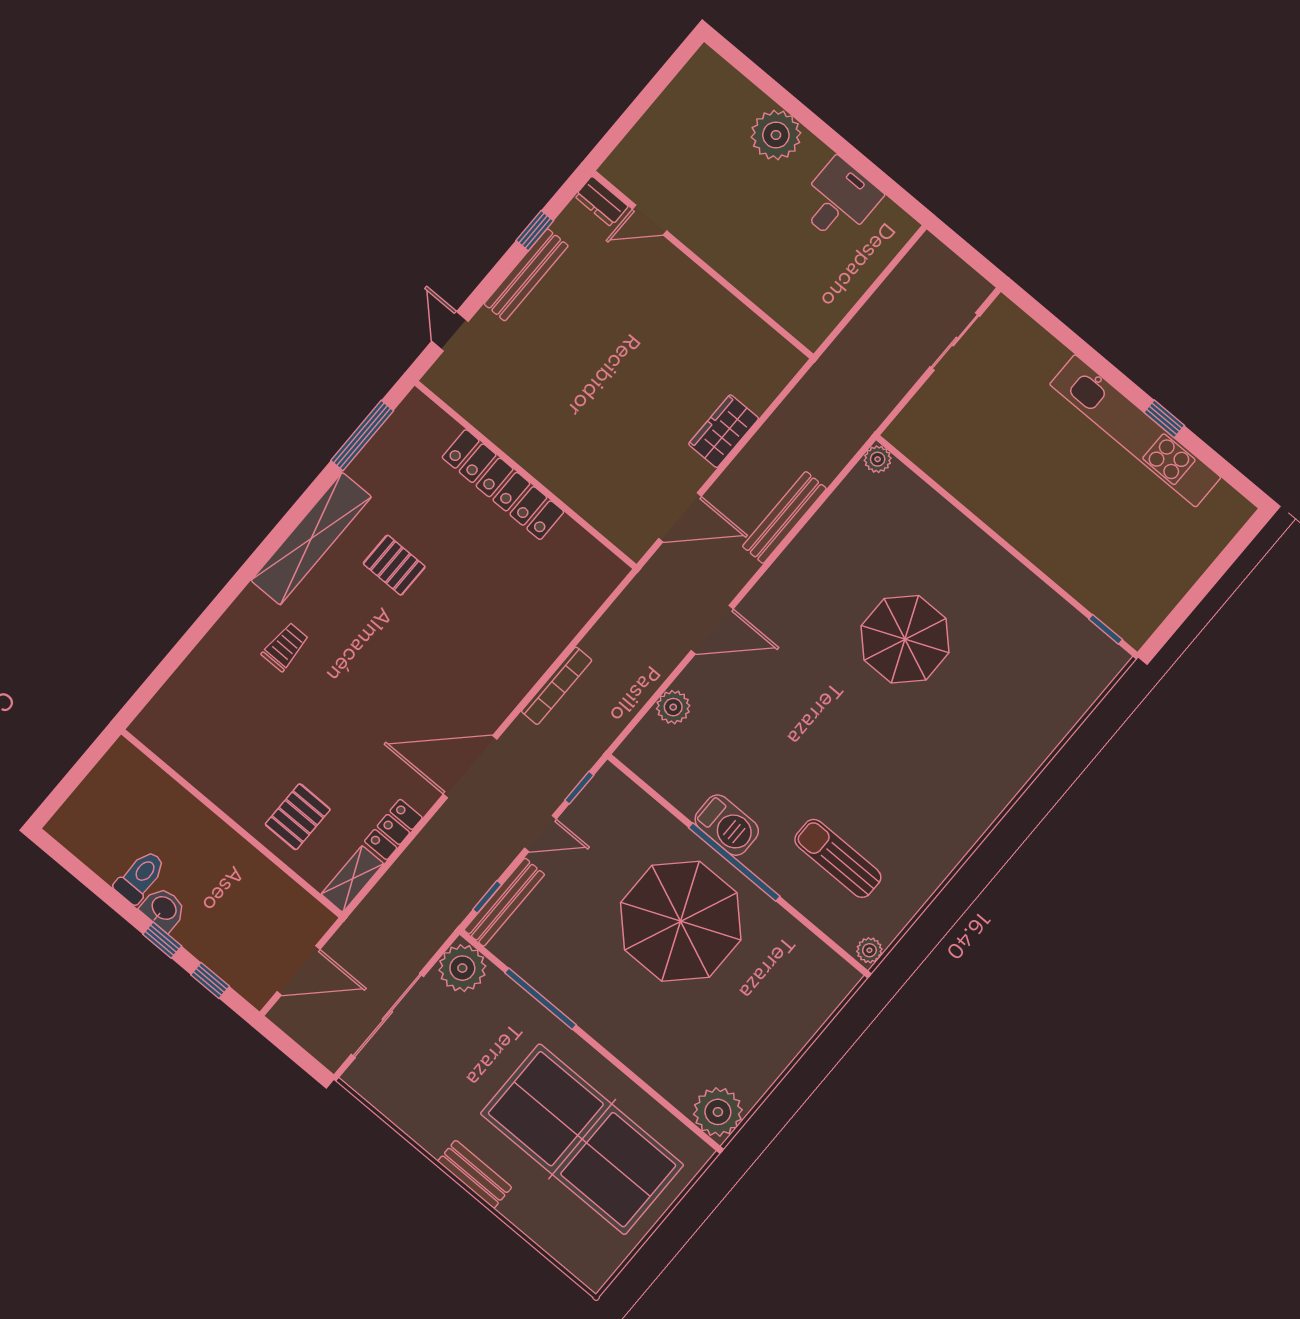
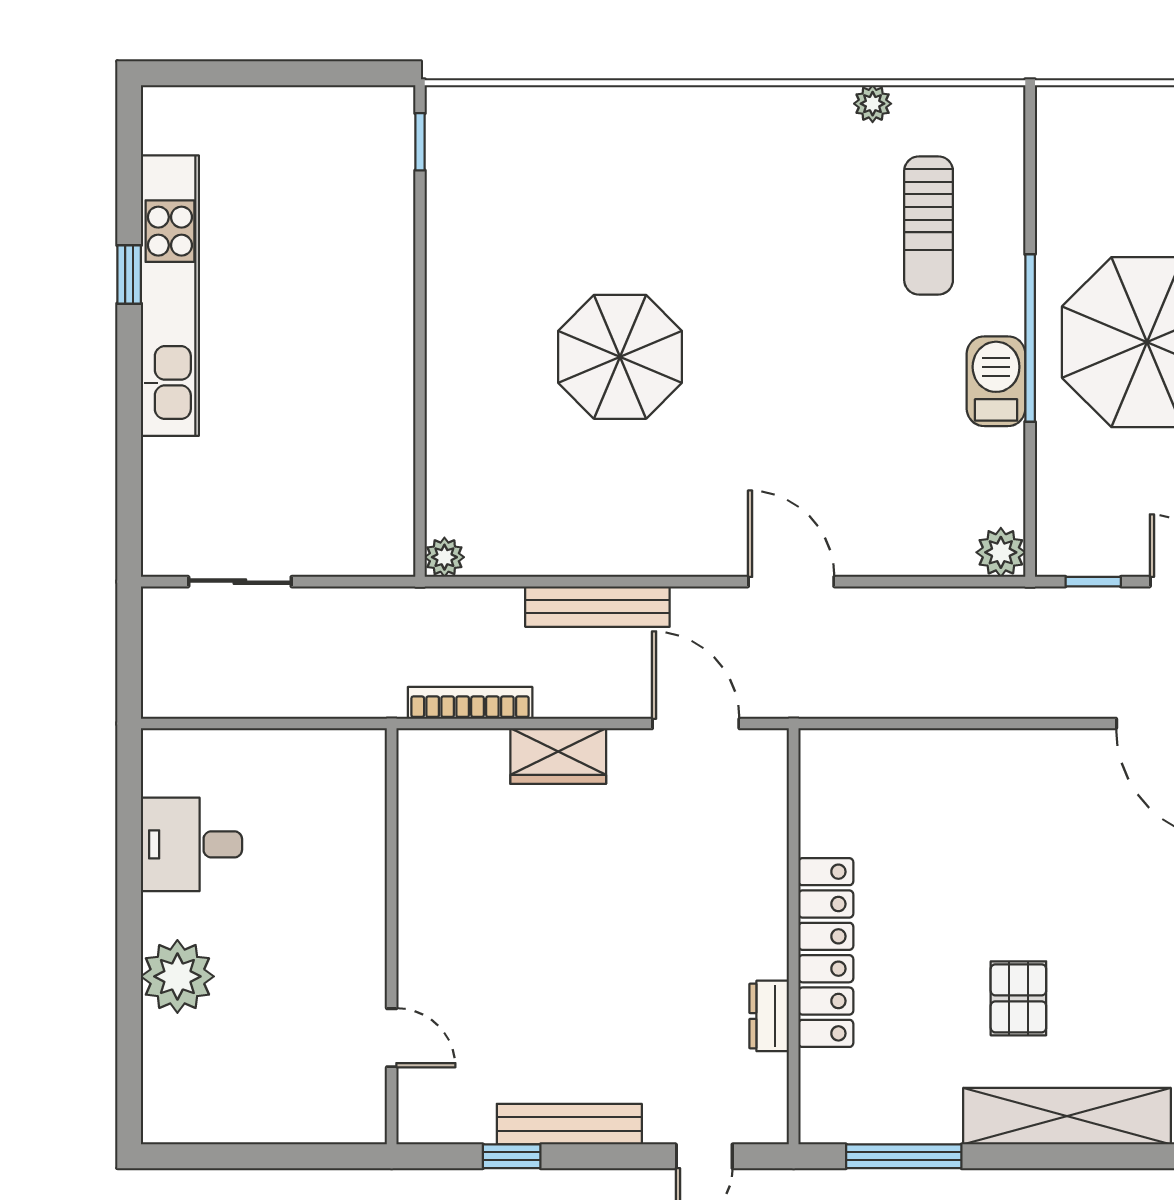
dresser: (601, 201) -> (769, 1016), moved, turned 180
bookcase: (557, 686) -> (470, 703), moved
plant: (673, 707) -> (1001, 552), moved
plant: (869, 950) -> (873, 104), moved

